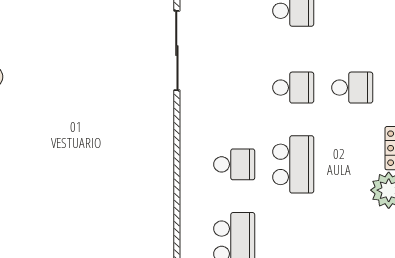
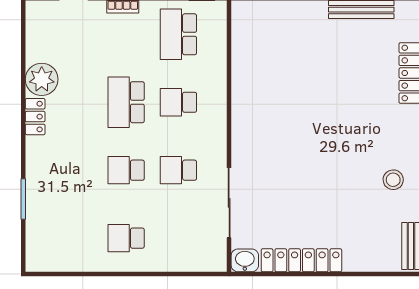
school desk: (352, 88) -> (178, 170), moved

